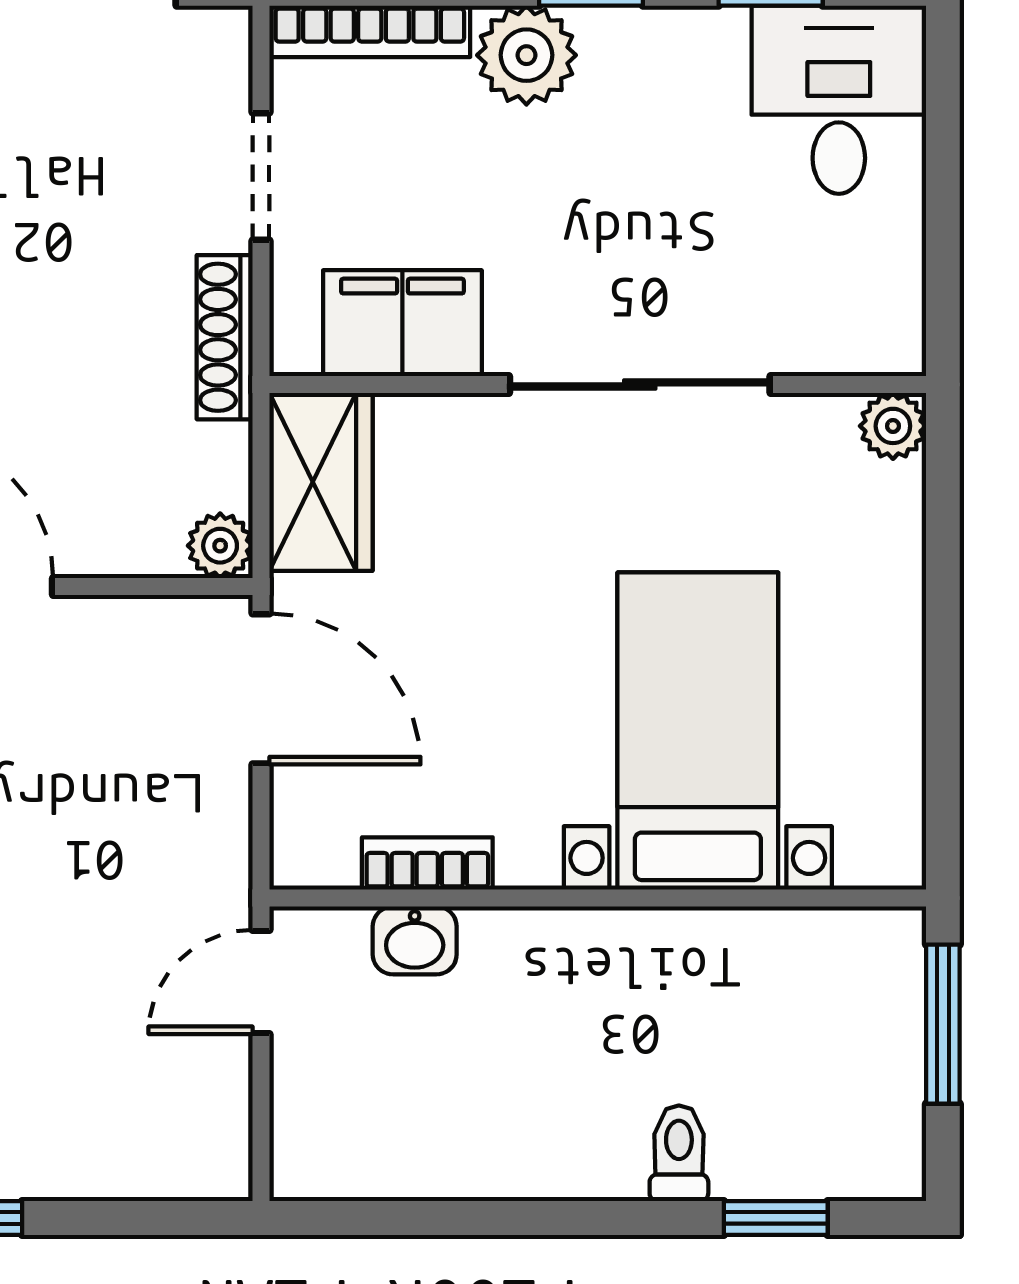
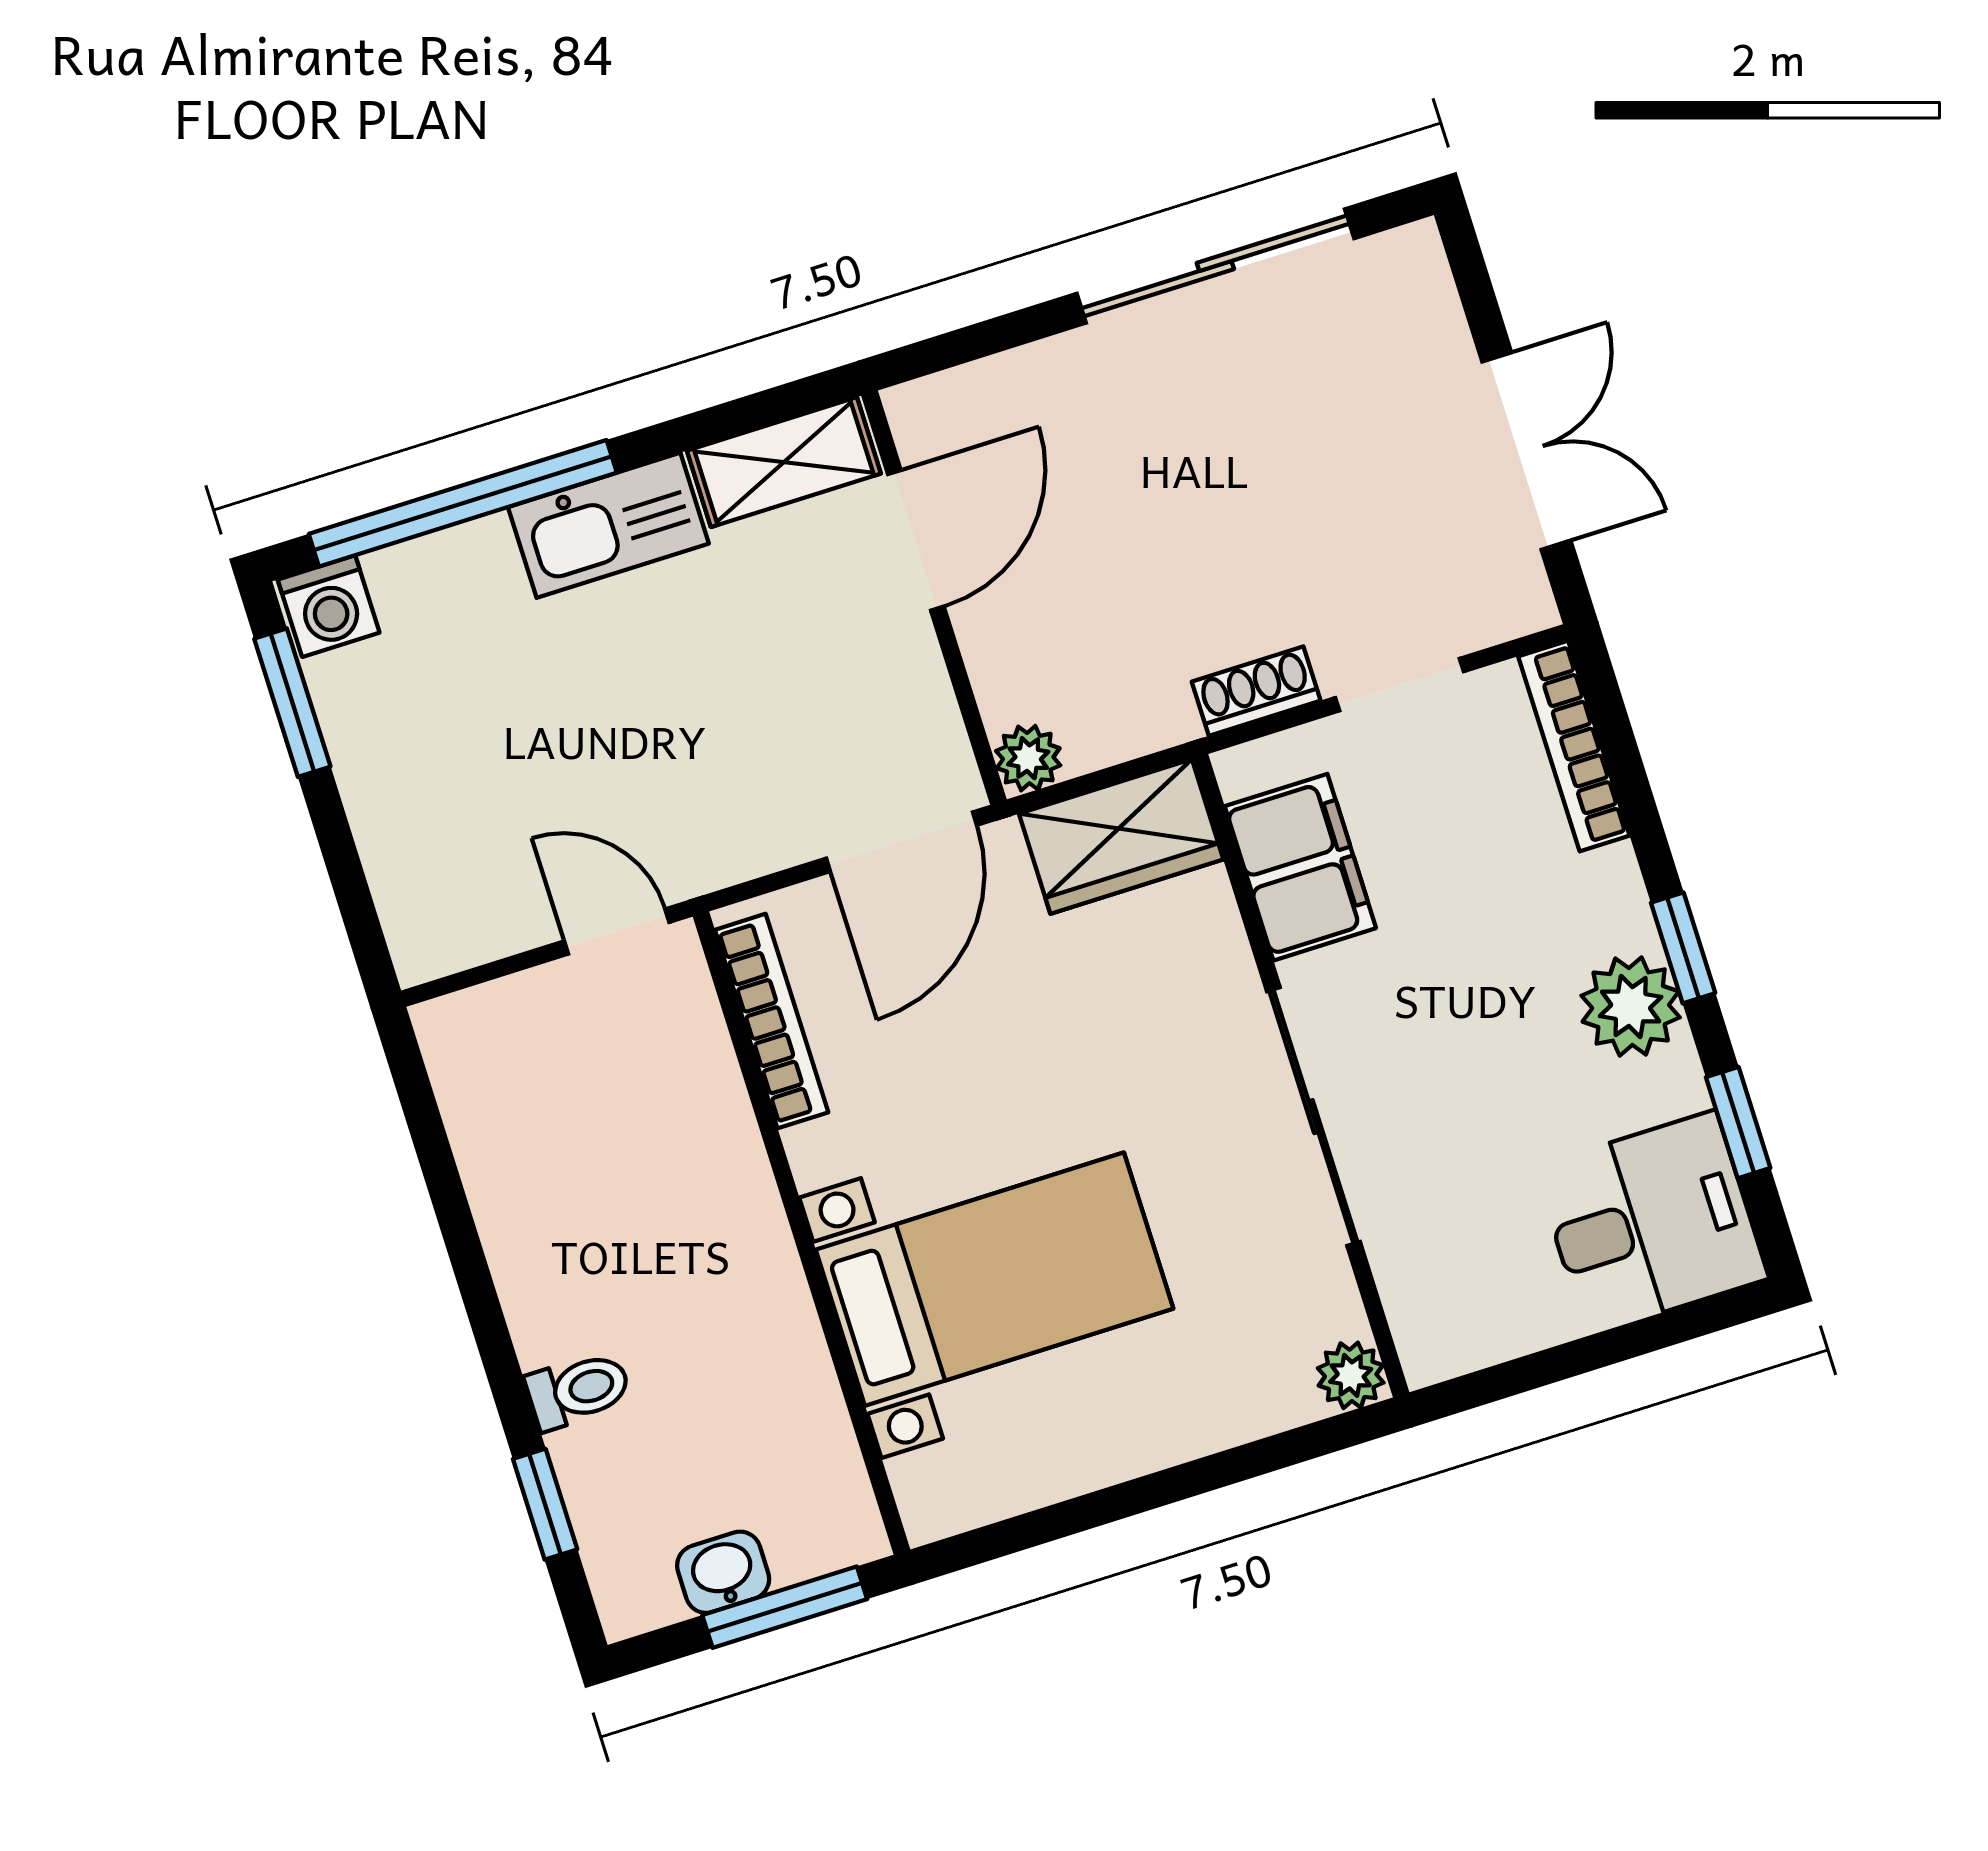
plant: (526, 55) -> (1631, 1006), moved
shoe rack: (225, 337) -> (1256, 691), width x0.70
bookcase: (427, 863) -> (772, 1021), width x1.56
washbasin: (415, 940) -> (723, 1572), moved, turned 90

